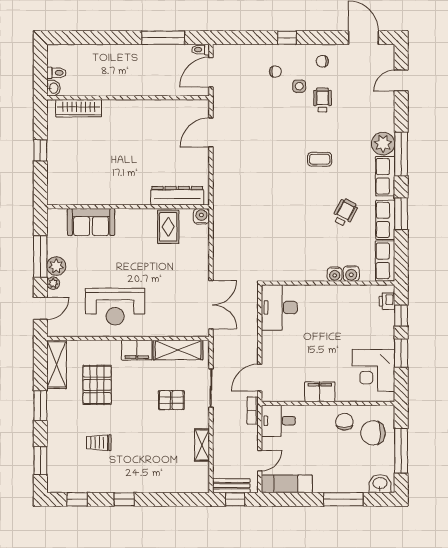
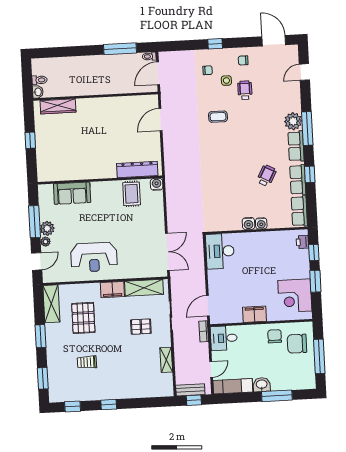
coffee table: (320, 159) -> (218, 117), moved
window: (401, 214) -> (310, 174), width x0.67
water cooler: (351, 274) -> (248, 224), moved
washbasin: (380, 484) -> (262, 385), moved

